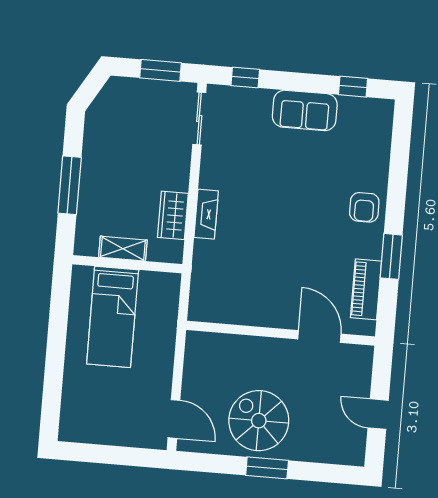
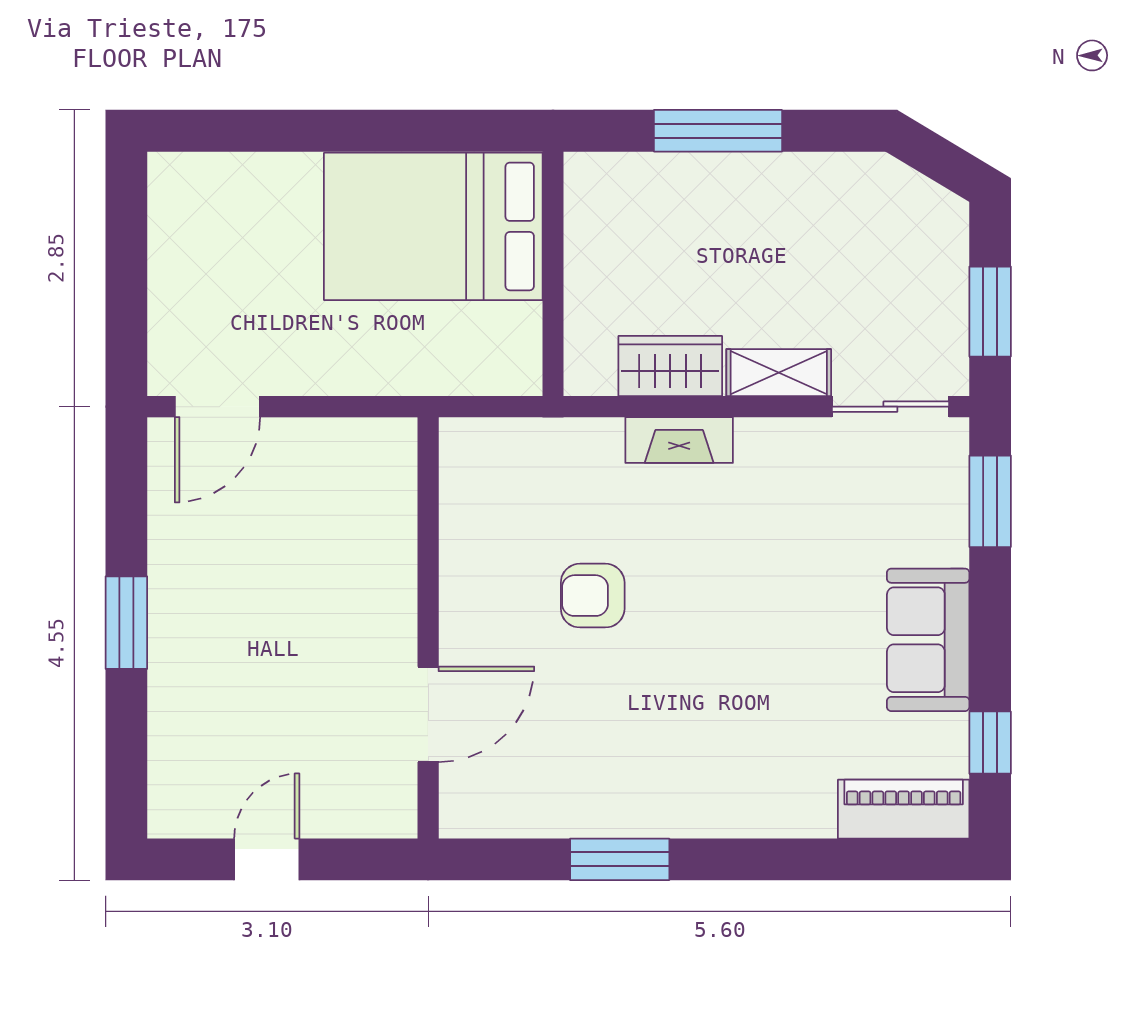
window: (245, 78) -> (990, 501), width x1.50
armchair: (364, 207) -> (593, 596), moved
shelving: (123, 249) -> (779, 373), moved, turned 90
piano: (366, 289) -> (904, 809), moved
bed: (113, 317) -> (433, 226), width x1.50
spiral stairs: (259, 421) -> (230, 595), removed

